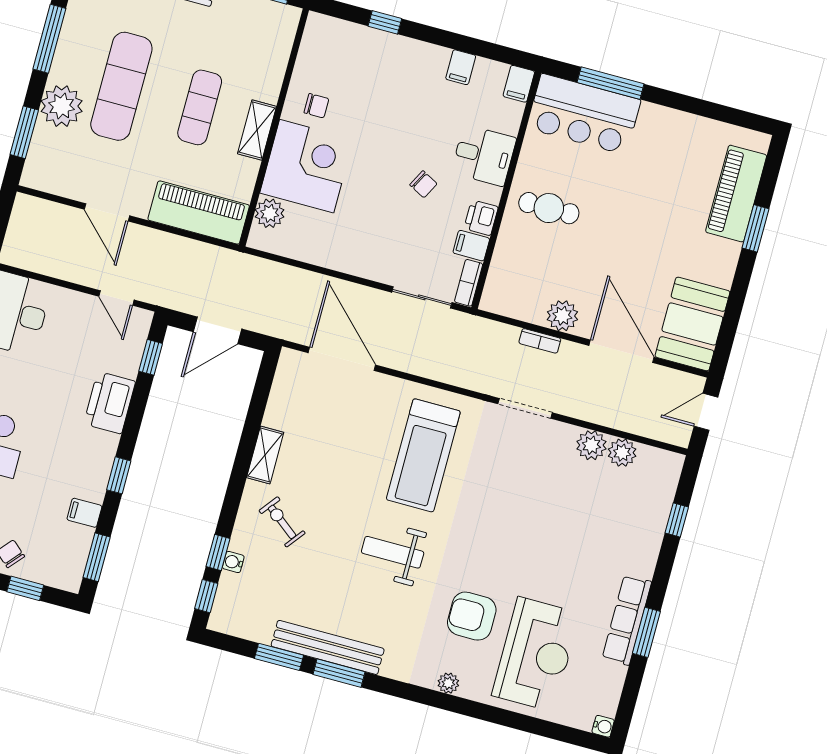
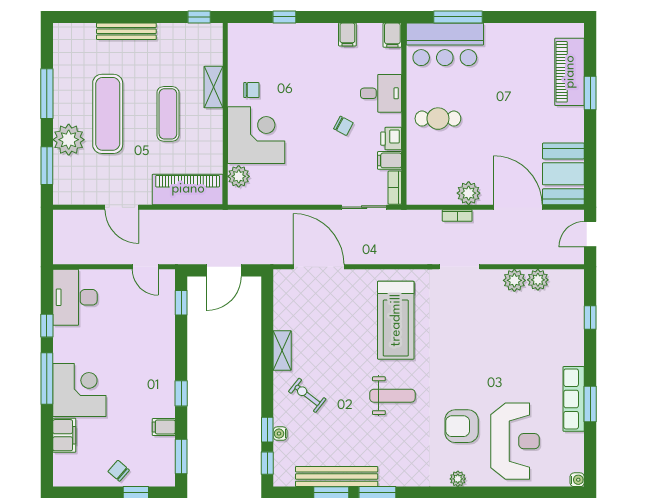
shelving: (257, 130) -> (213, 87), moved
printer: (110, 403) -> (160, 343), removed
weight bench: (393, 552) -> (392, 396), turned 180
bench: (328, 647) -> (337, 477), moved

